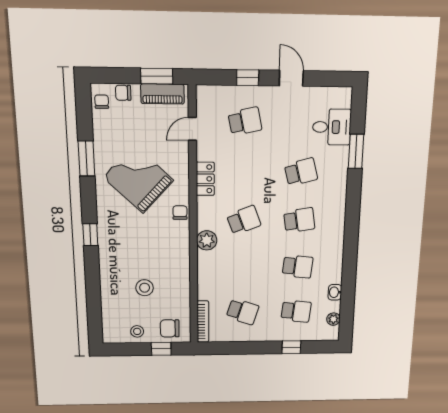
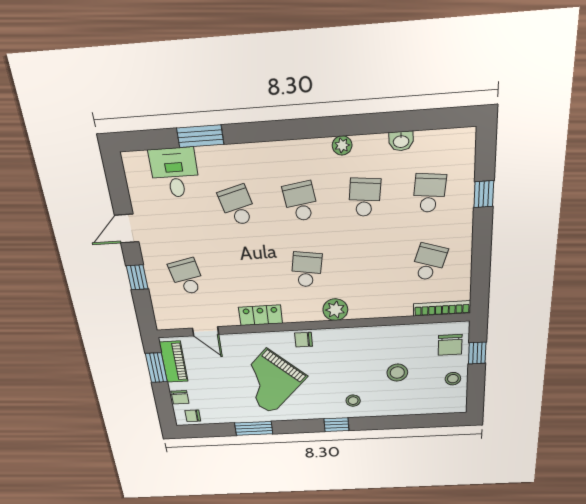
school desk: (244, 220) -> (307, 270), turned 30
stool: (117, 250) -> (353, 401), added
plant: (333, 319) -> (342, 145), moved

